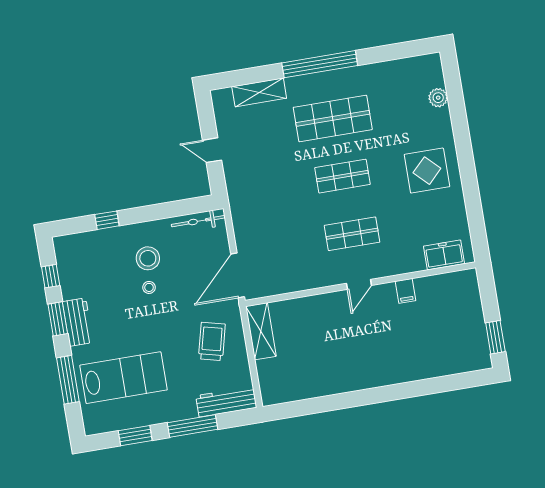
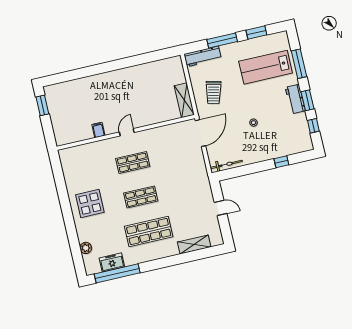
window: (320, 64) -> (117, 273), moved
freezer: (444, 255) -> (112, 262), moved, turned 180
stool: (148, 258) -> (255, 140), removed

